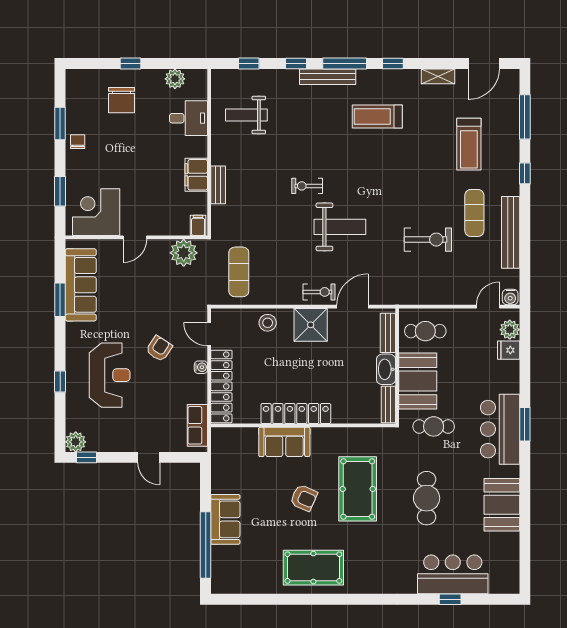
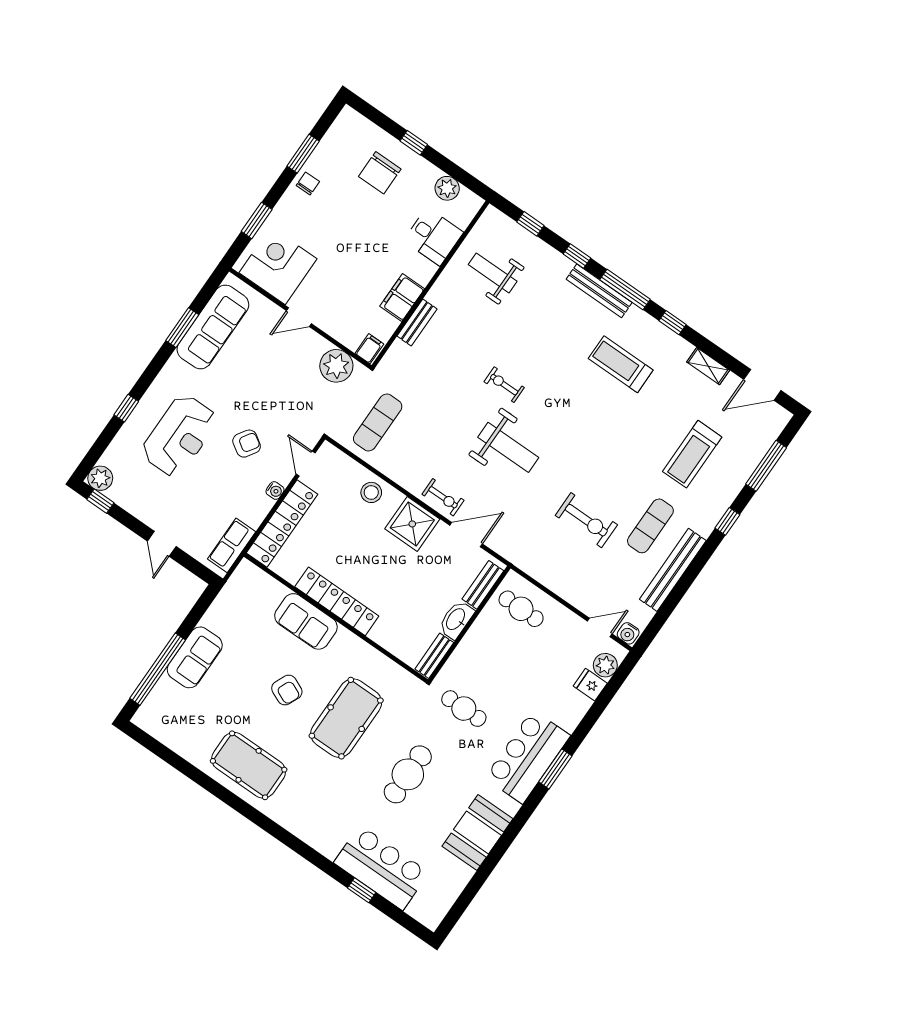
booth: (418, 381) -> (479, 653), removed

